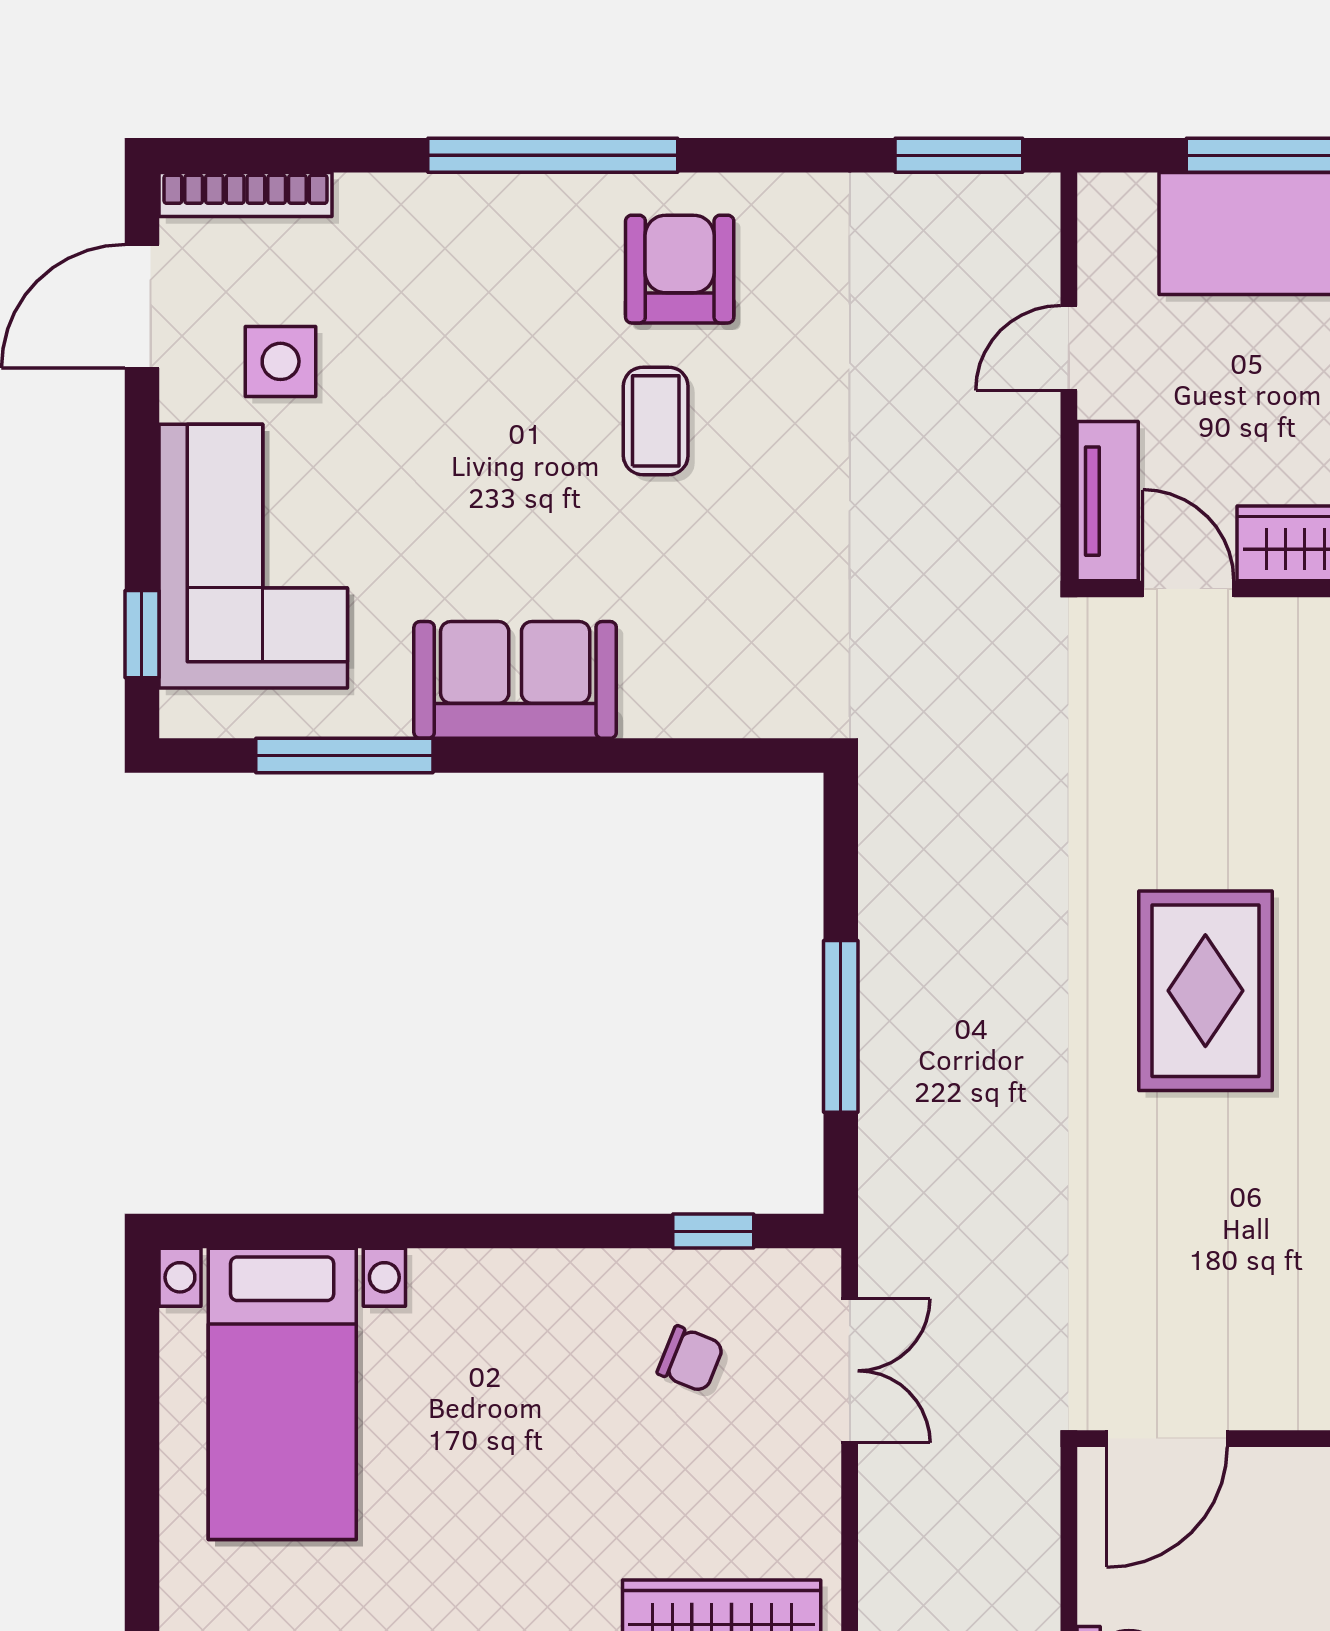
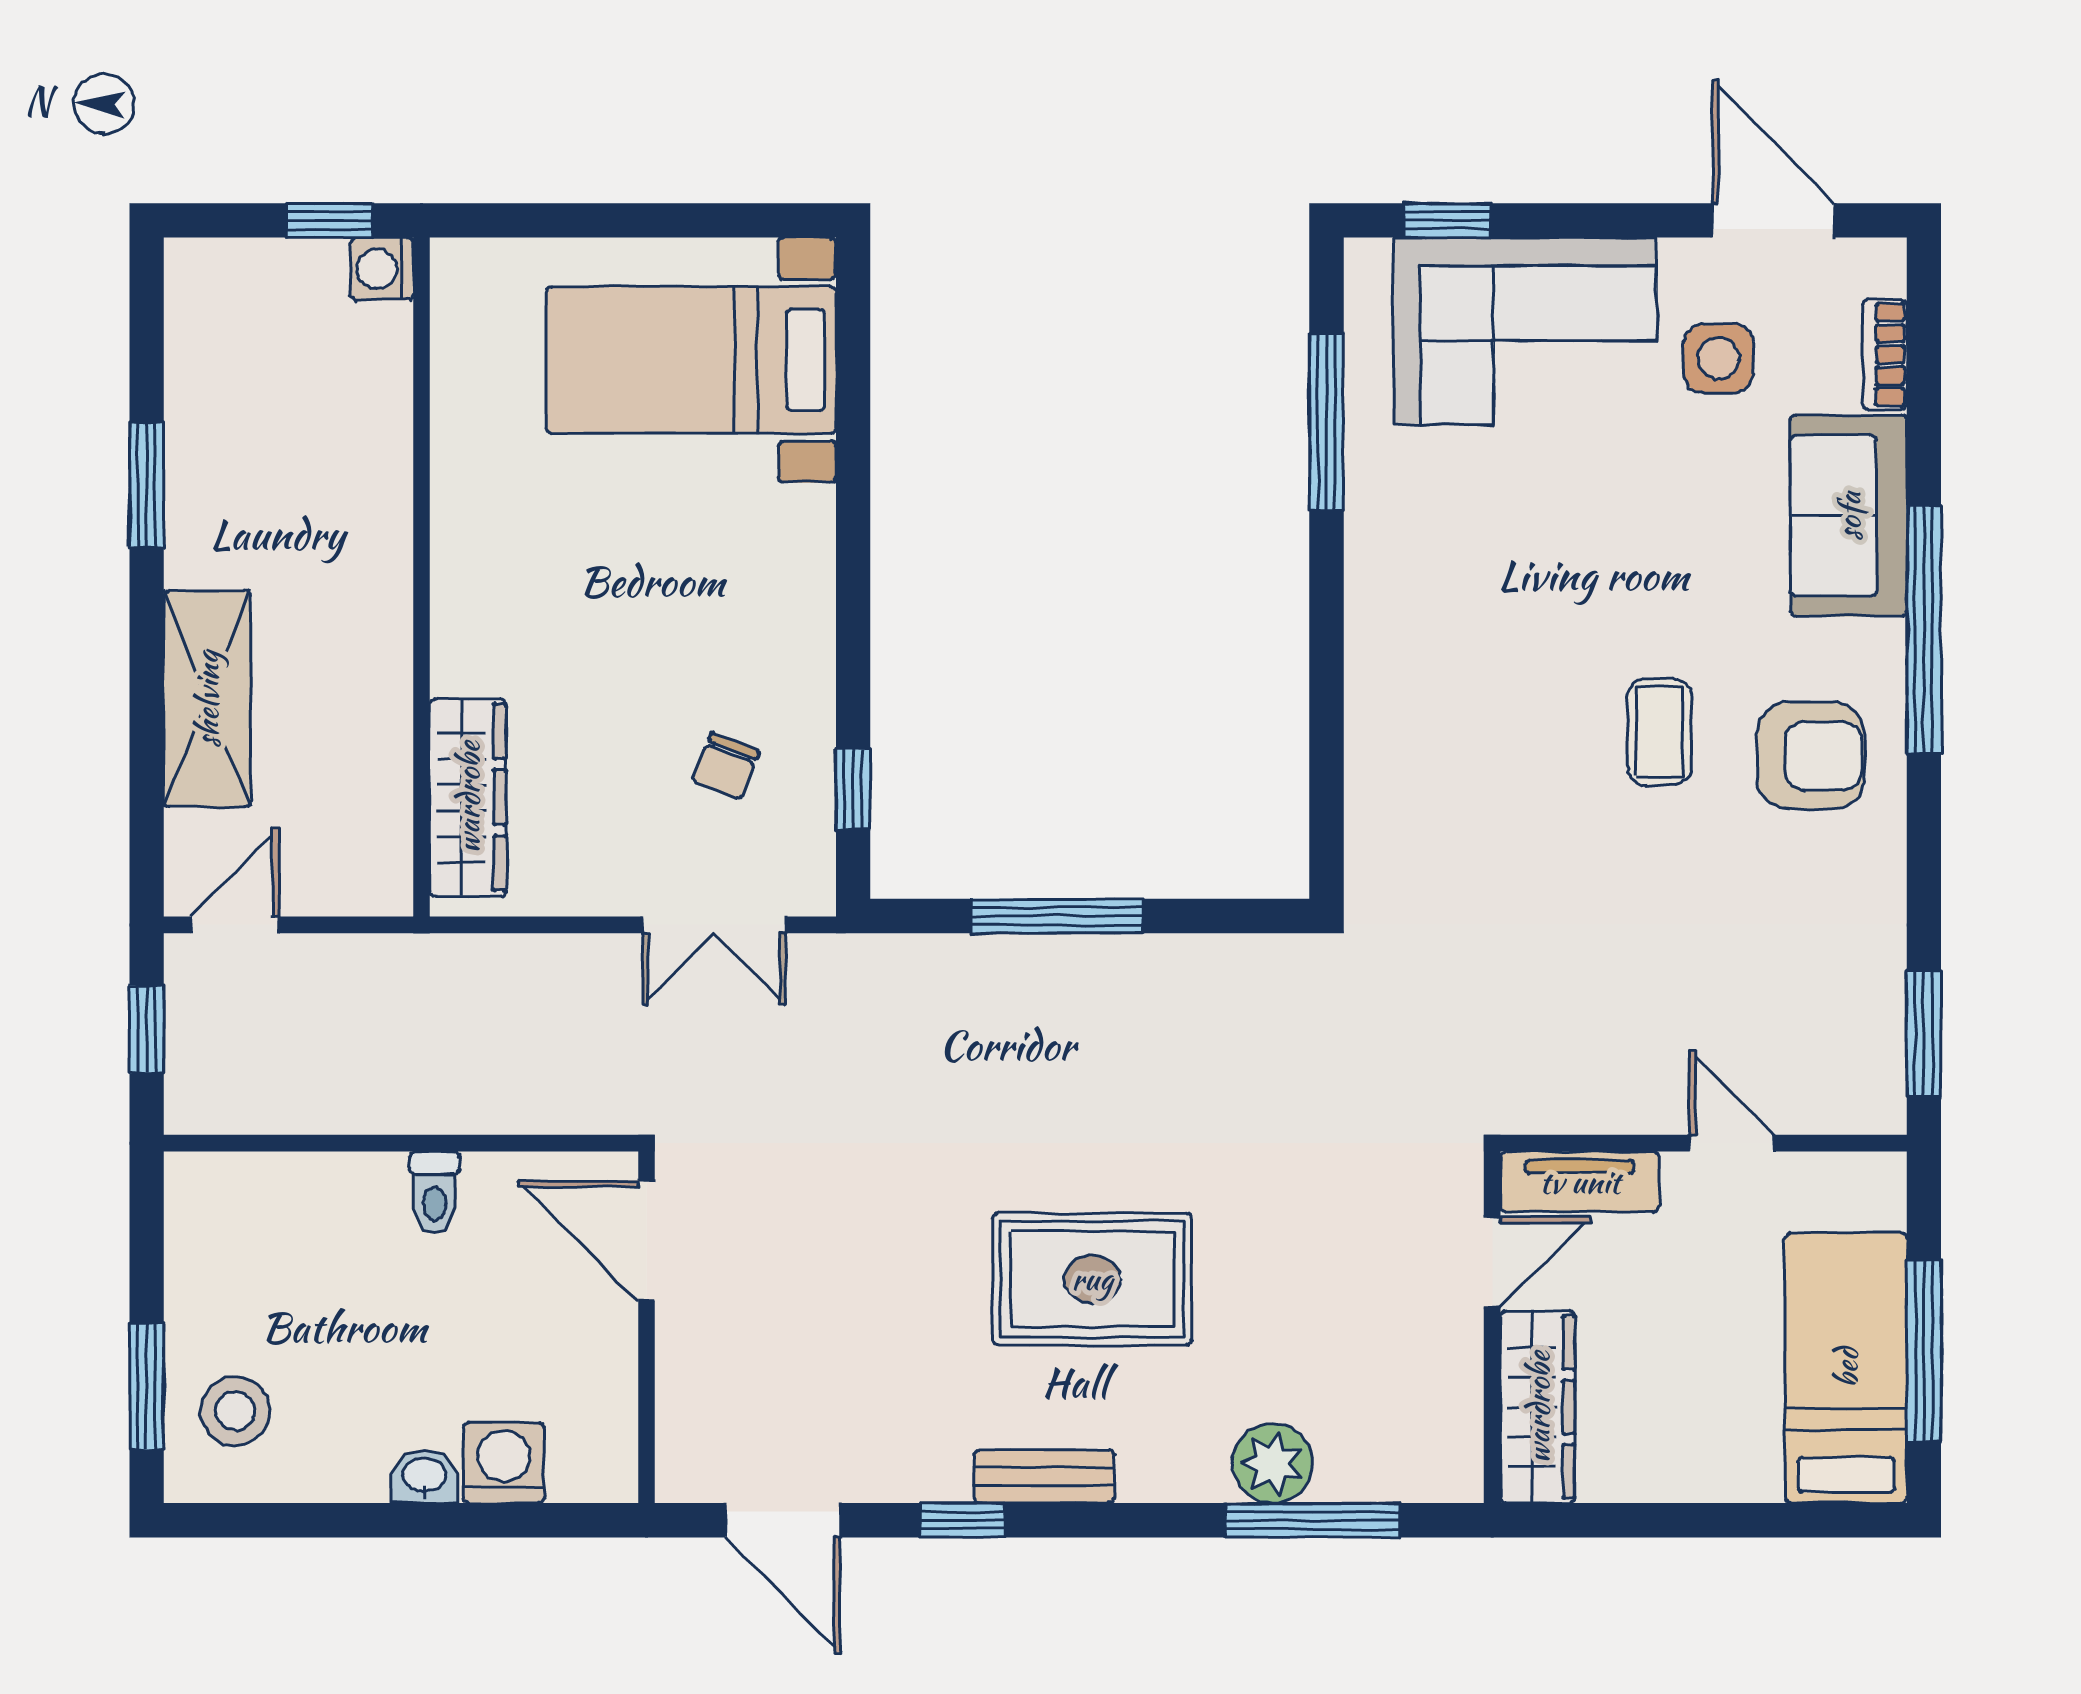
bookcase: (246, 195) -> (1885, 355), width x0.64
coffee table: (656, 421) -> (1659, 732), turned 90
sofa: (515, 680) -> (1849, 516), moved, turned 180

